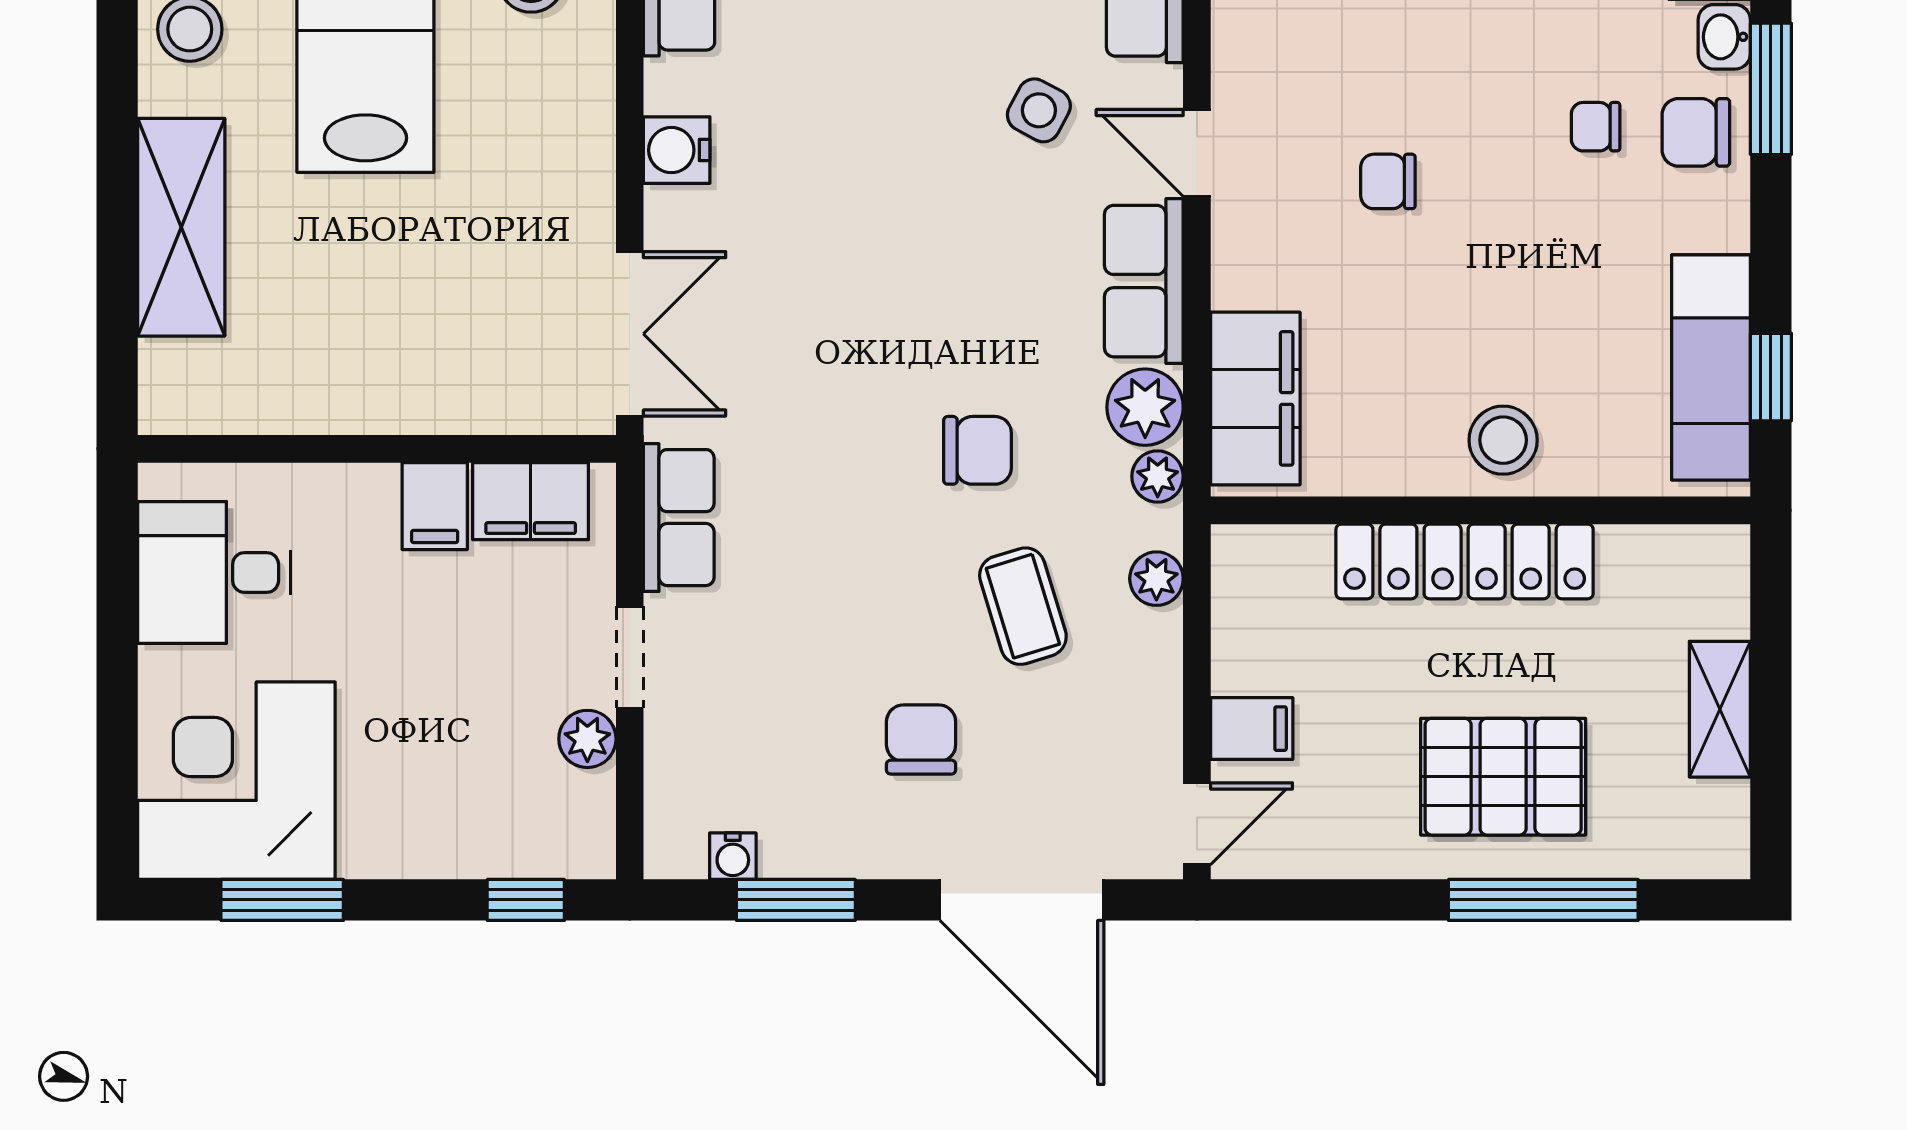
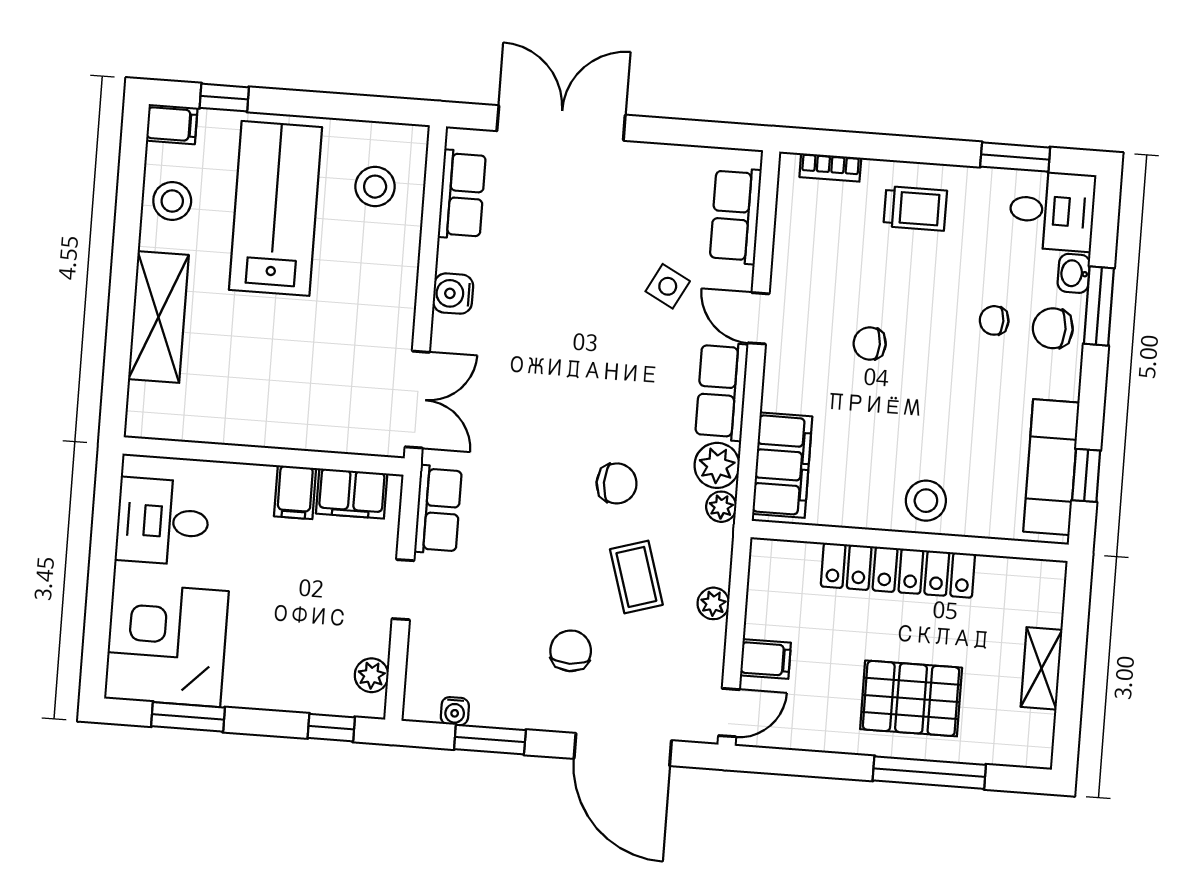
plant: (1156, 579) -> (713, 603), moved
plant: (587, 739) -> (372, 675), moved

